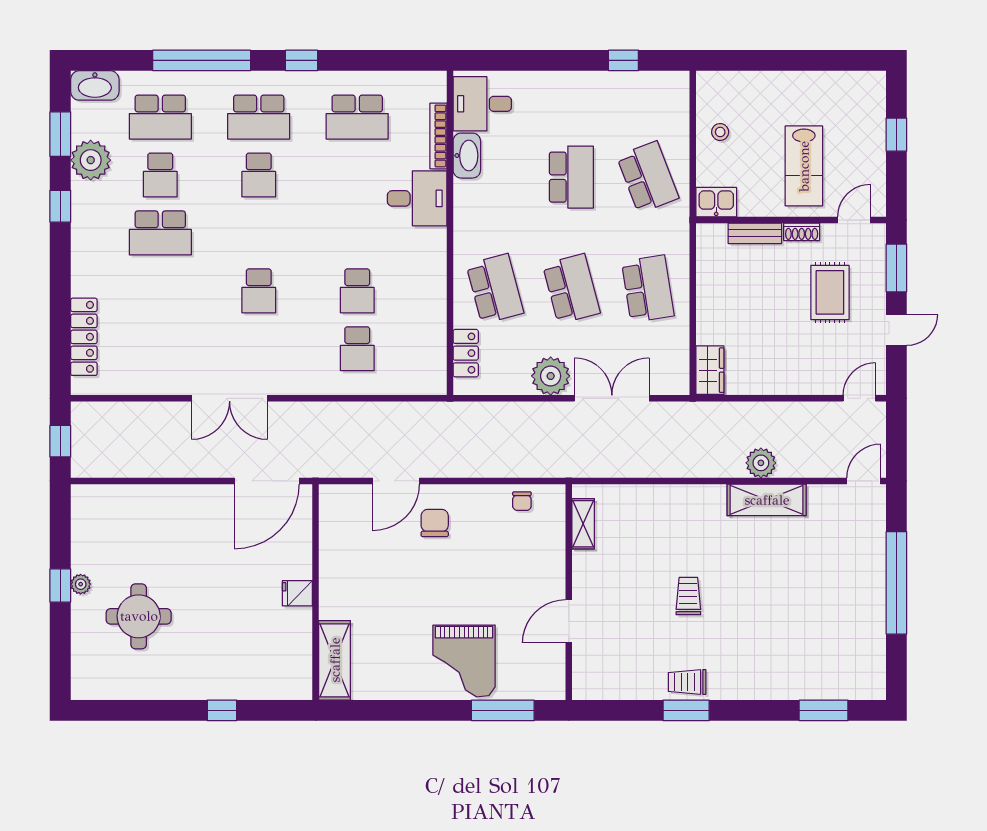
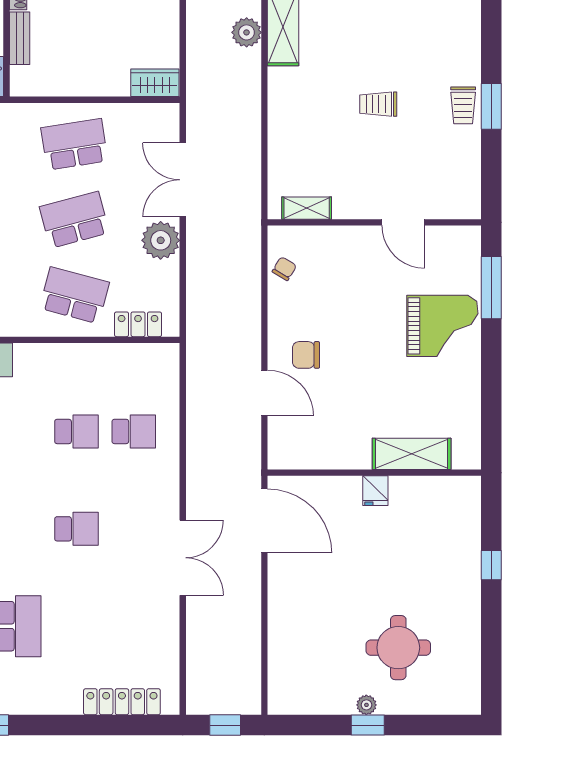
school desk: (495, 289) -> (74, 295), turned 30
chair: (522, 501) -> (284, 269), turned -59
shelving: (335, 660) -> (412, 454), moved

